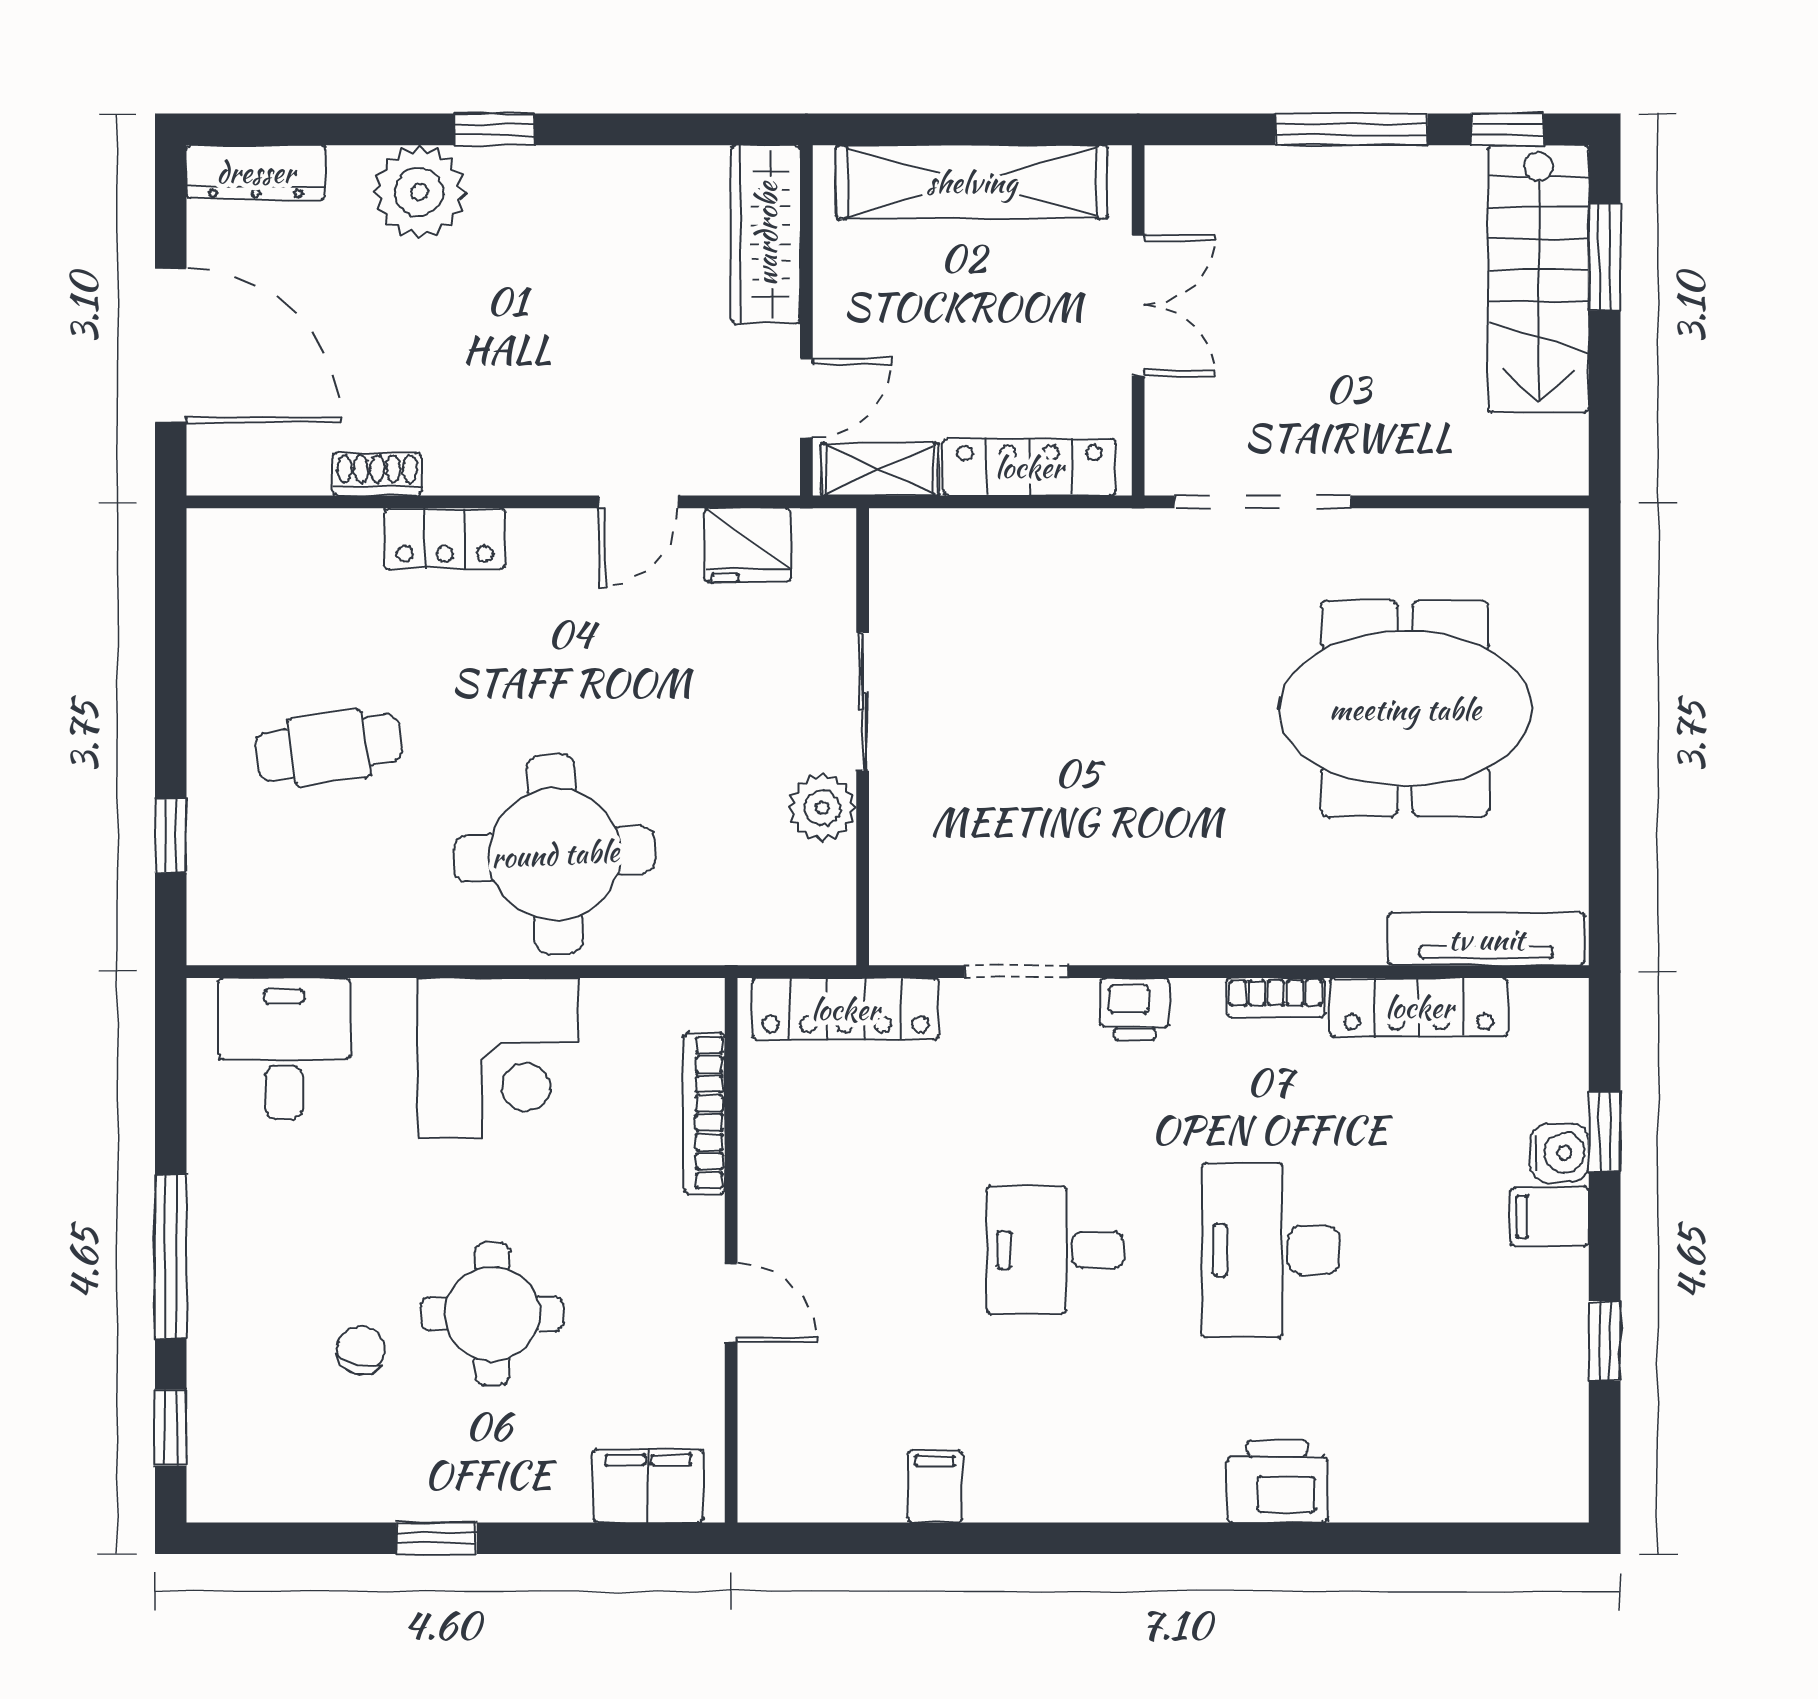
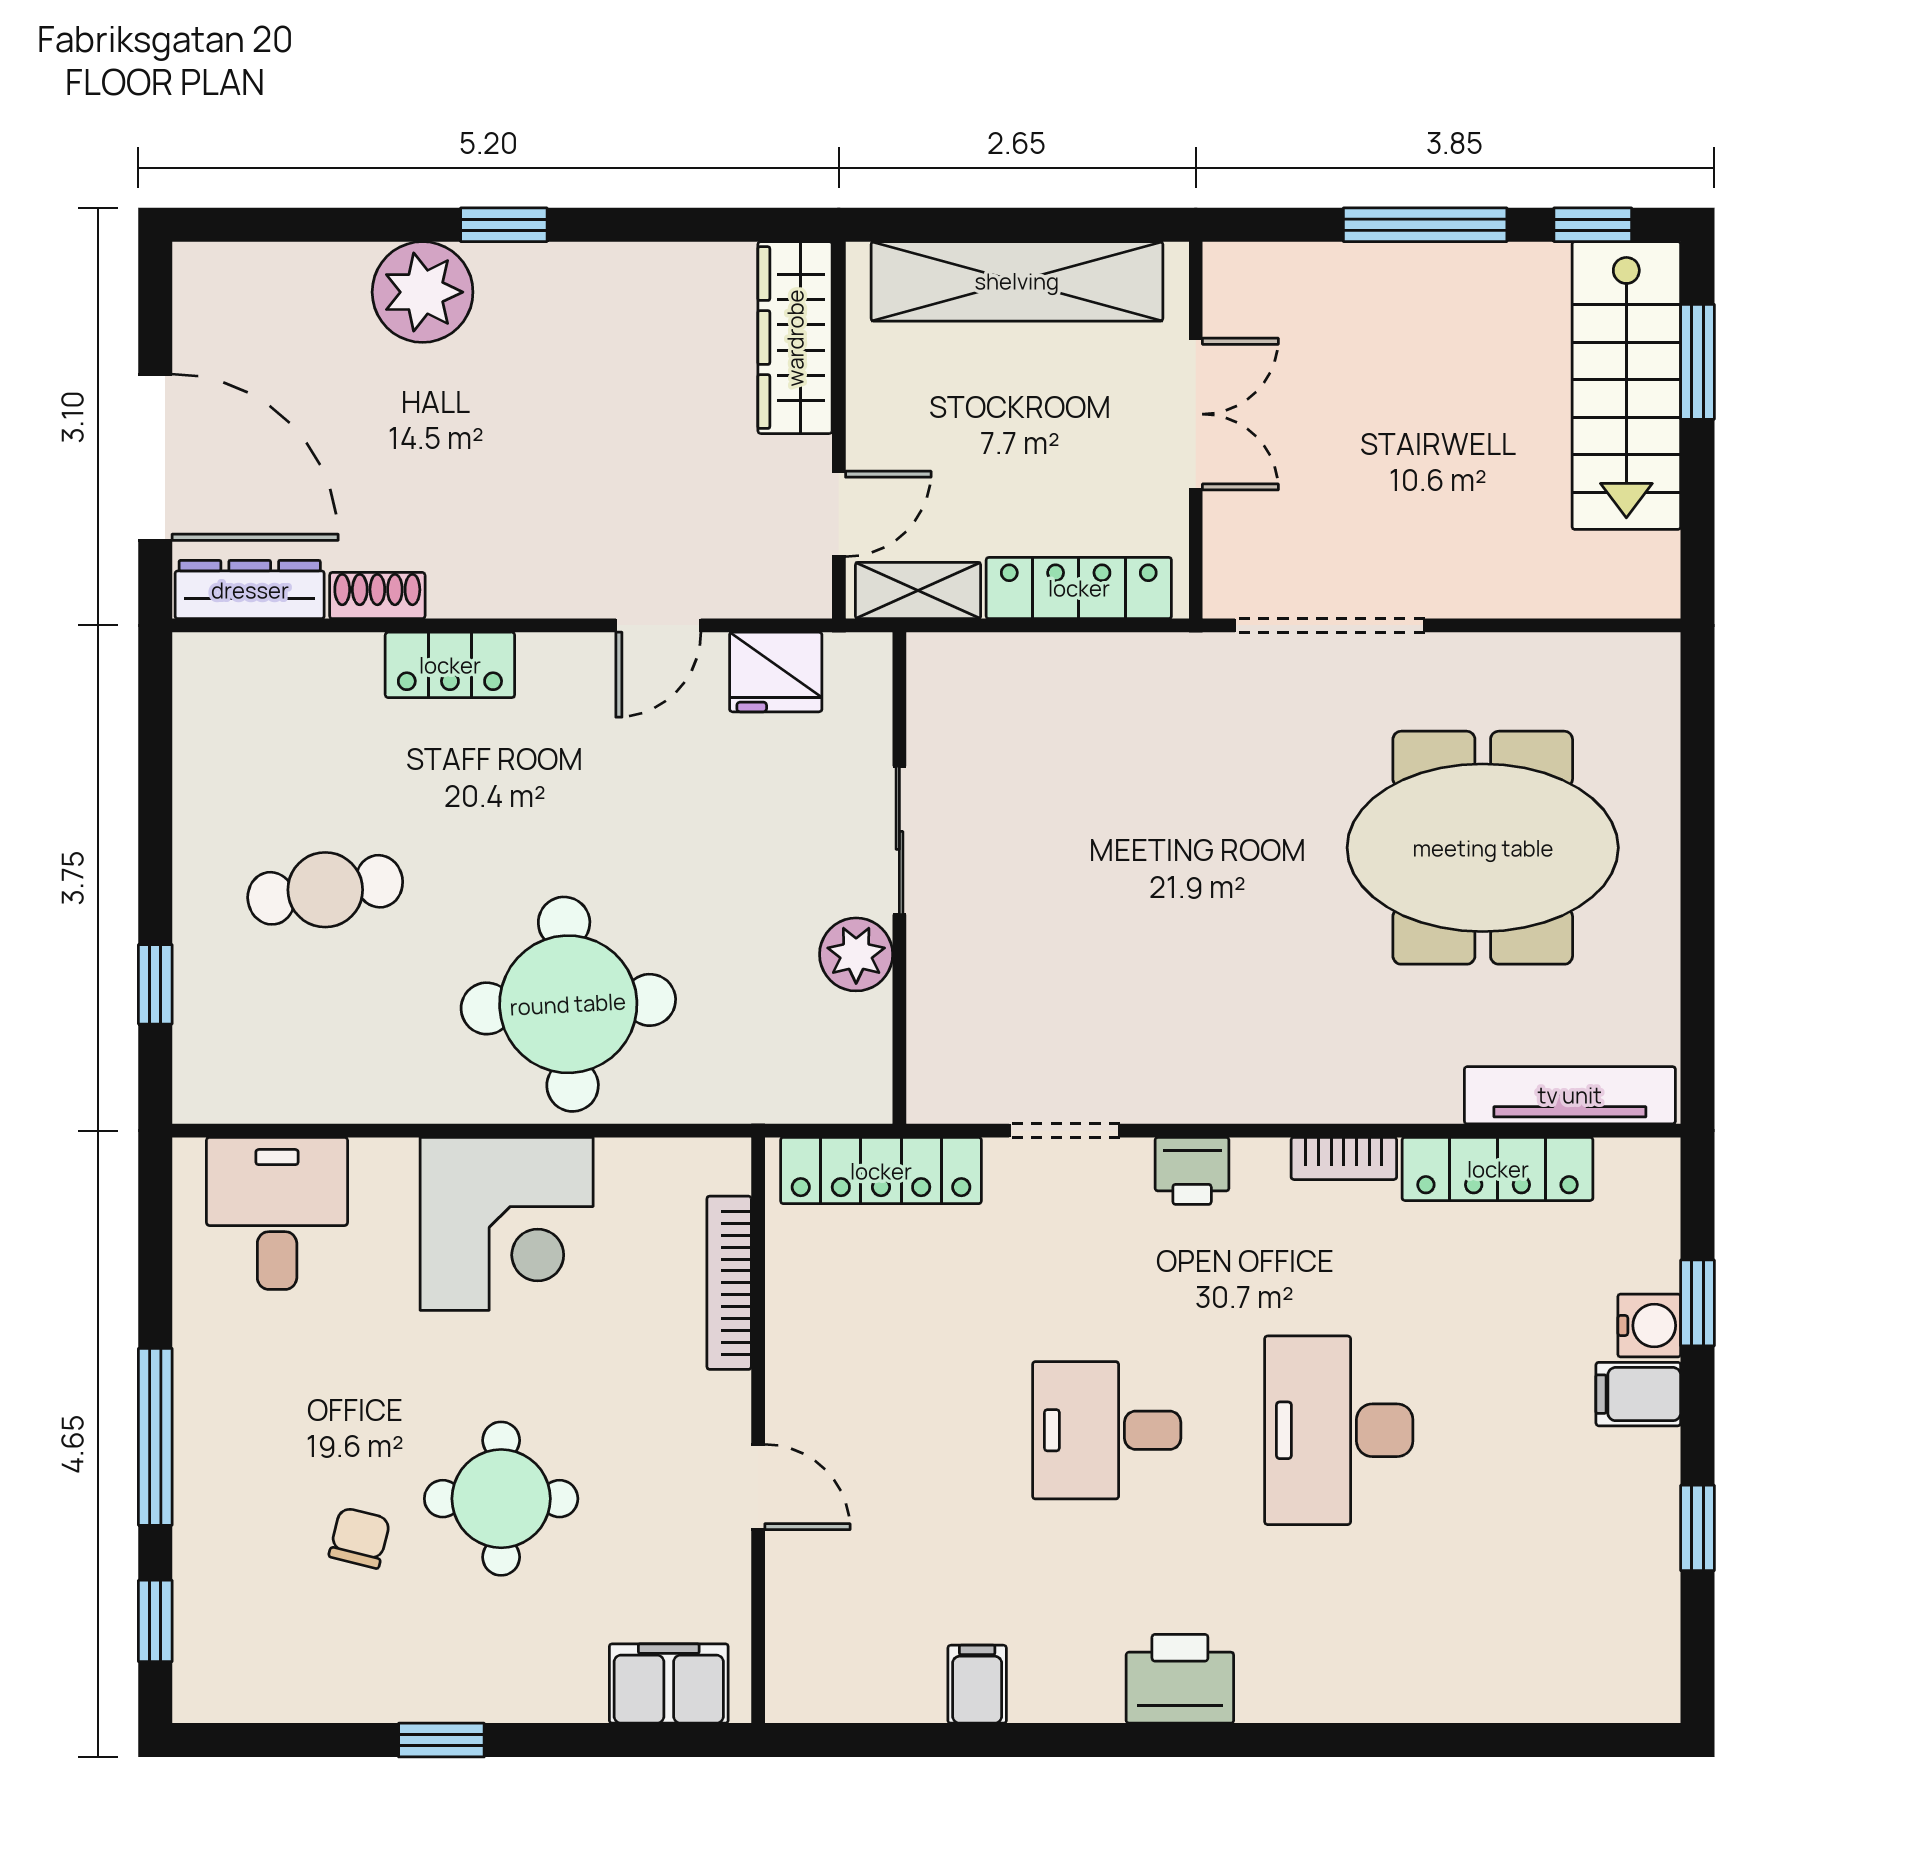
dresser: (256, 172) -> (250, 590), moved, turned 180
printer: (1277, 1481) -> (1180, 1679), moved

